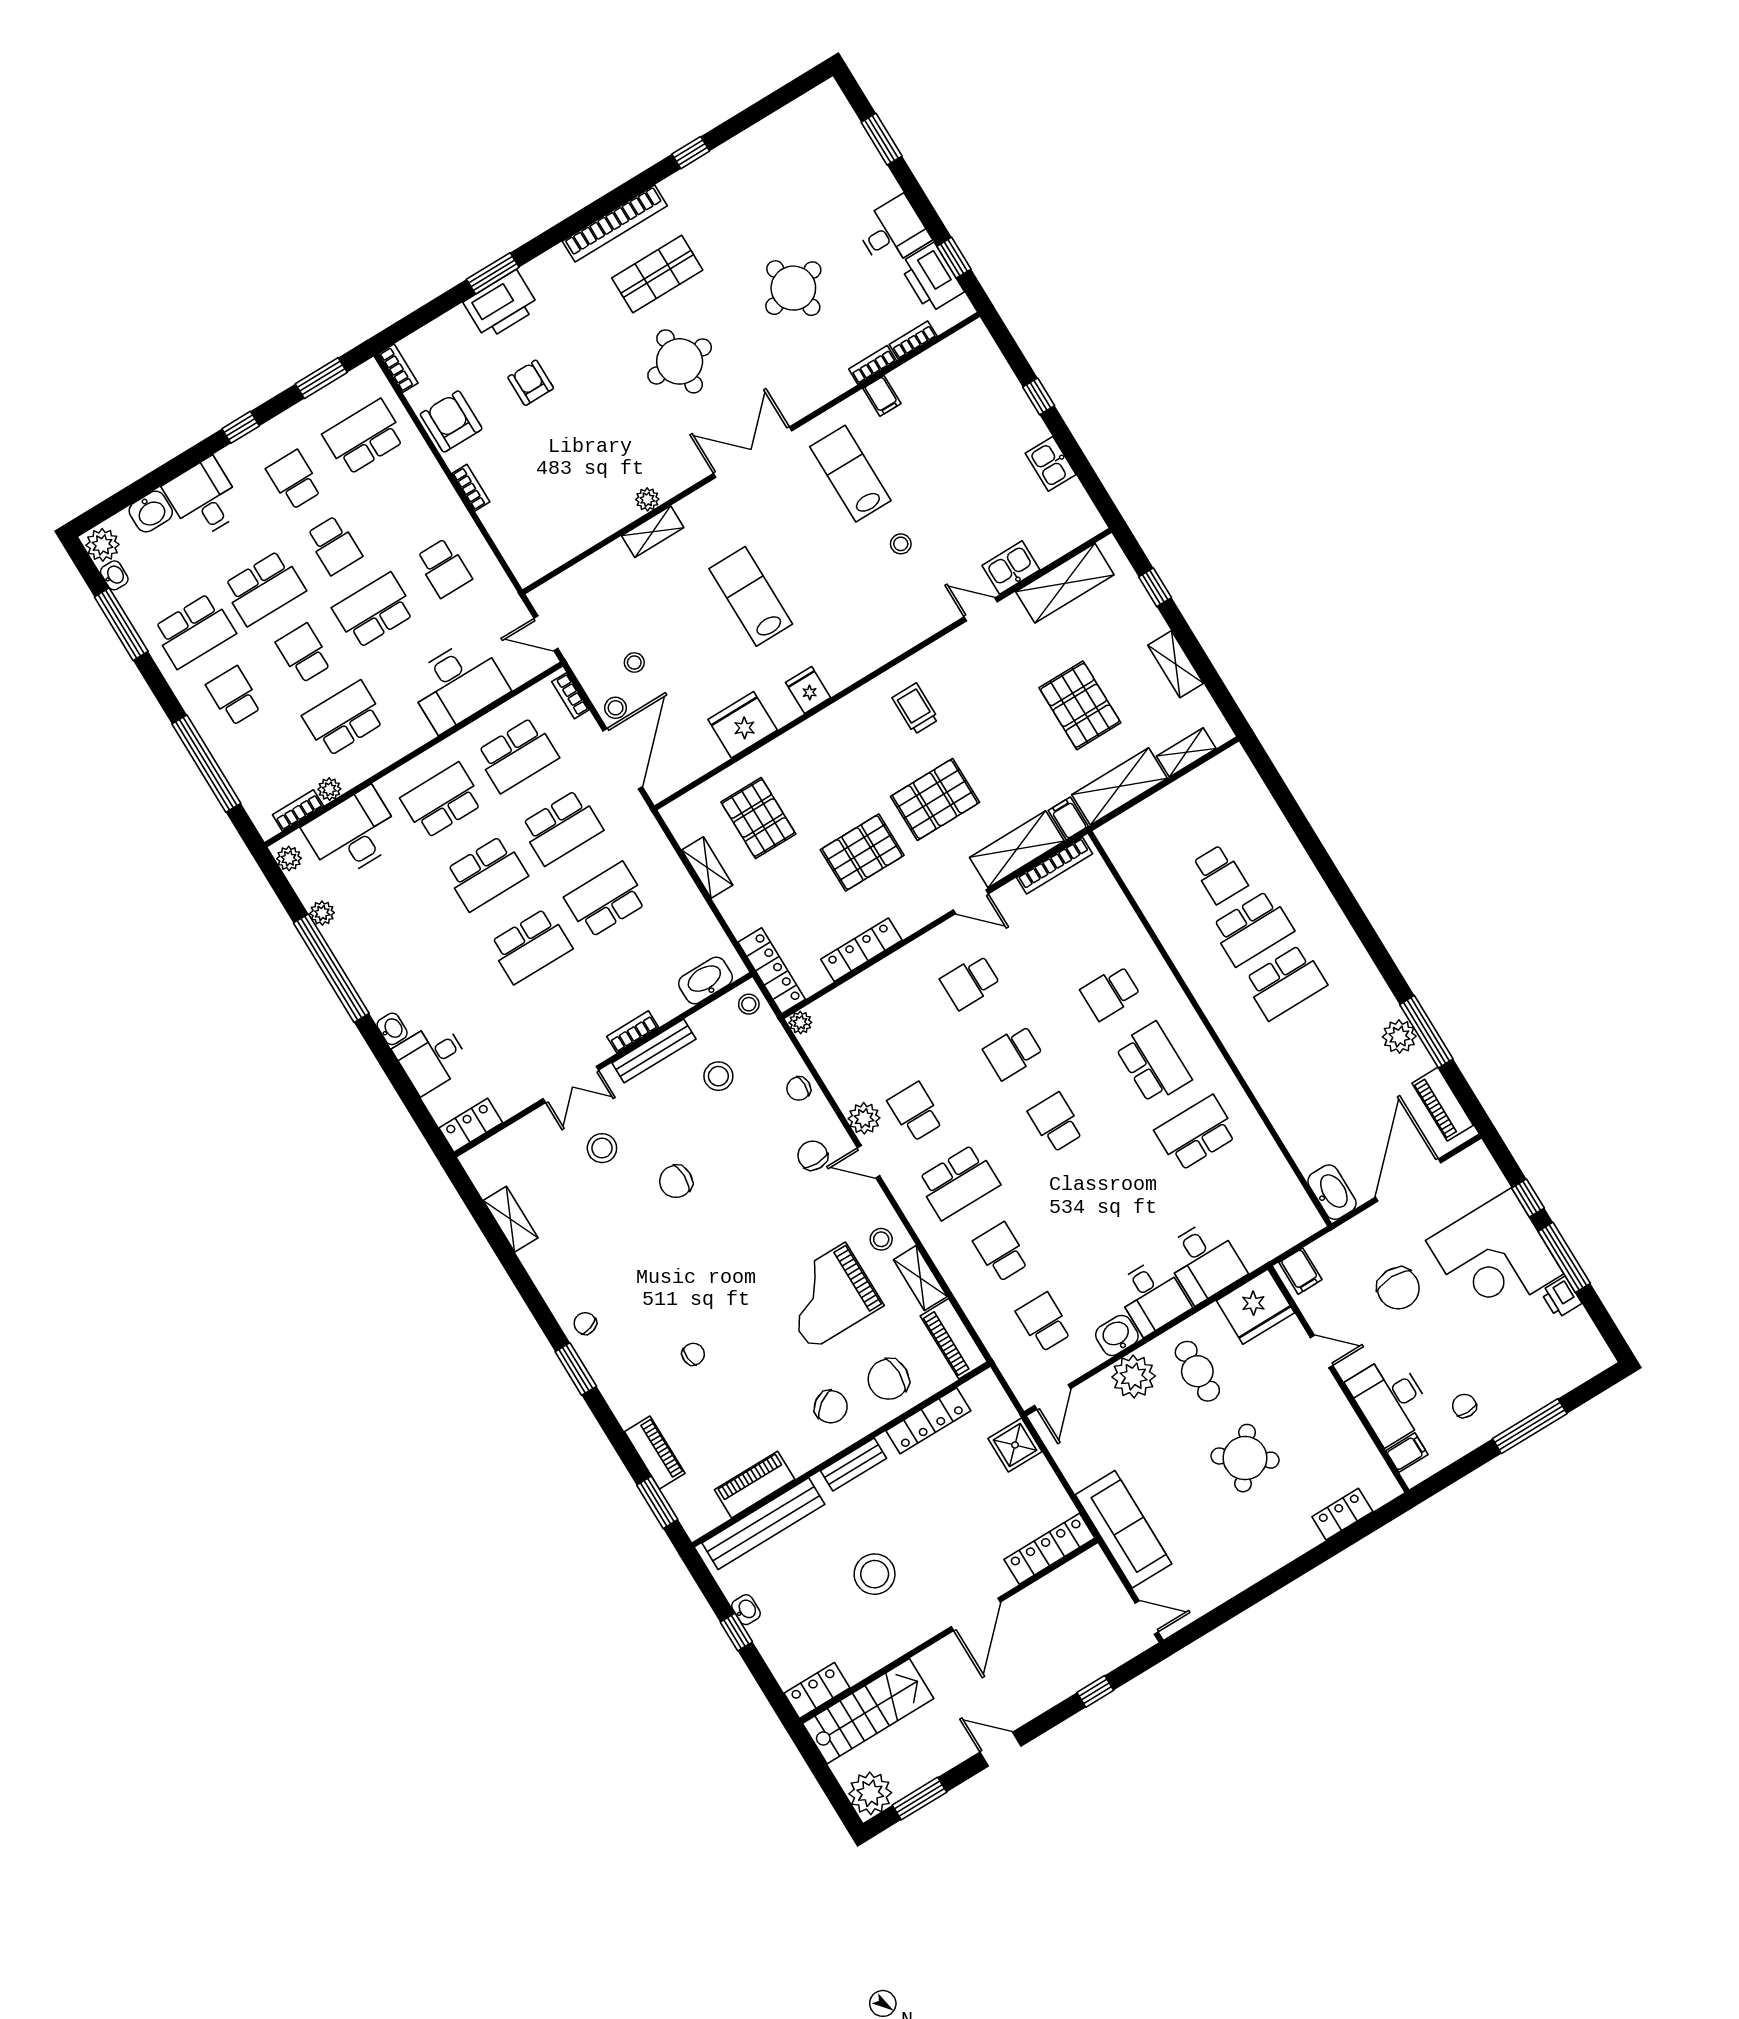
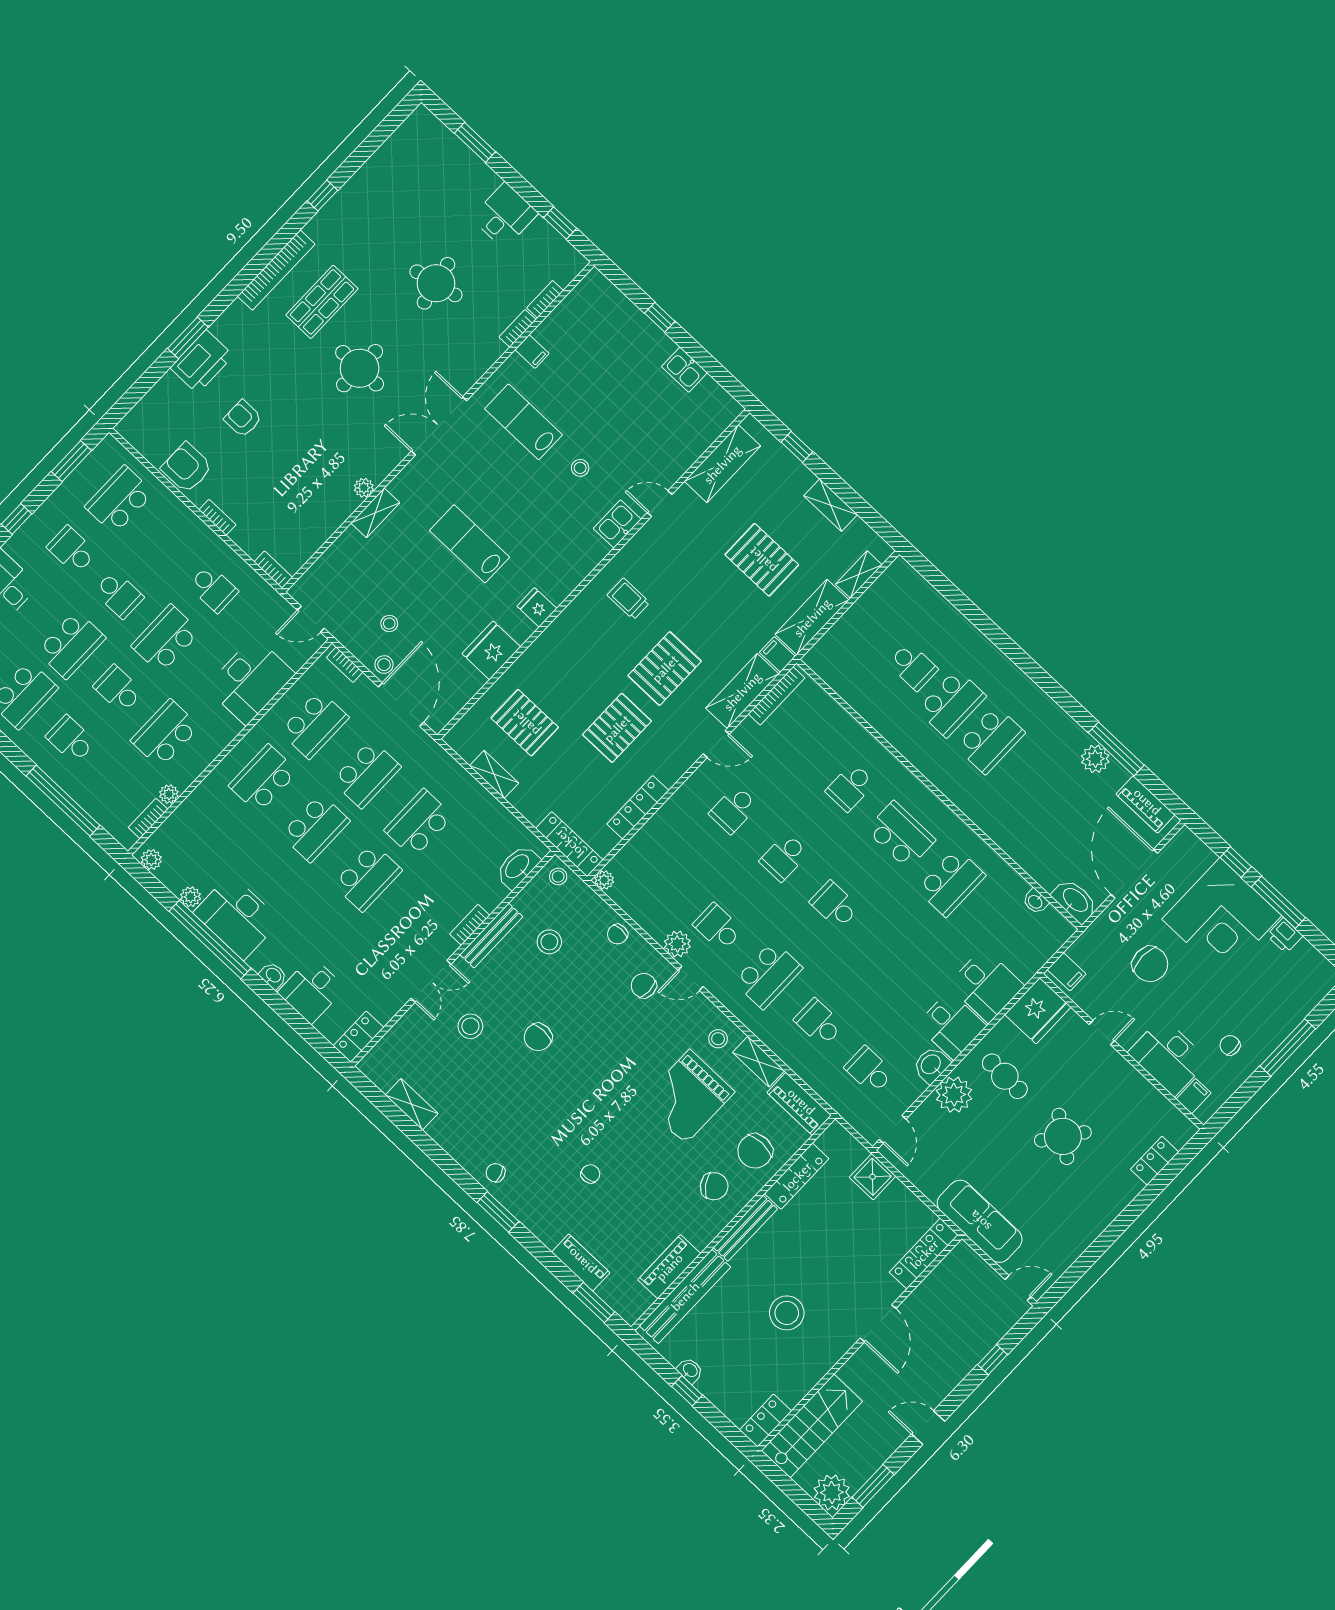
printer: (931, 278) -> (546, 244), removed
bookcase: (398, 368) -> (273, 570), moved
kitchen sink: (1011, 568) -> (617, 524), moved
desk: (353, 834) -> (237, 917), moved, turned -90
school desk: (1196, 1133) -> (951, 883), turned 180
washbasin: (1287, 1181) -> (1035, 901), added
bench: (854, 1464) -> (745, 1228), width x1.36

